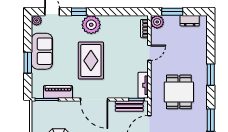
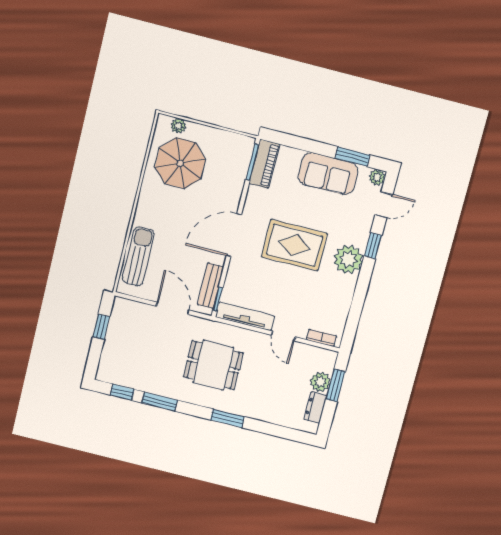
plant: (157, 22) -> (320, 382), moved
window: (28, 63) -> (352, 157), moved
tv unit: (143, 85) -> (245, 317), width x1.41
piano: (58, 92) -> (264, 164), moved

